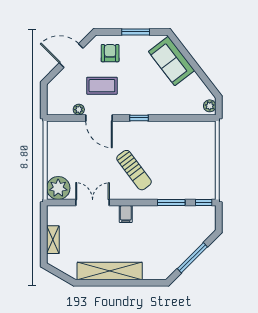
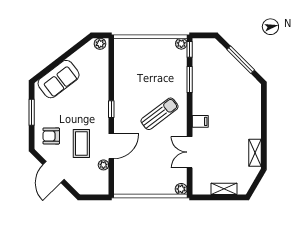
plant: (58, 188) -> (181, 189), width x0.53, depth x0.53
plant: (210, 194) -> (181, 44), added
shelving: (110, 271) -> (255, 153), width x0.45, depth x0.75

